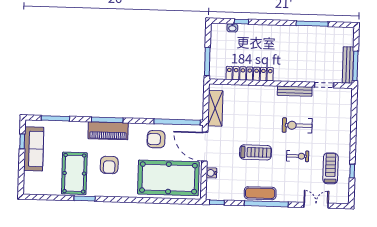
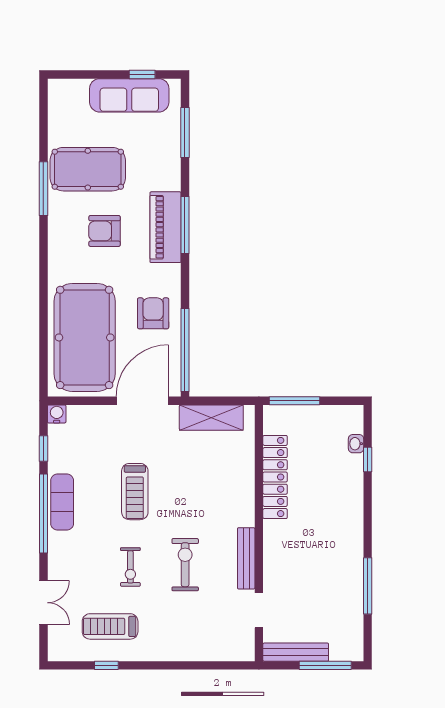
window: (355, 66) -> (325, 665), moved
treadmill: (331, 168) -> (110, 626), turned 180
water cooler: (211, 173) -> (57, 414), moved
window: (85, 198) -> (43, 189), width x1.44
window: (217, 202) -> (43, 448), moved

